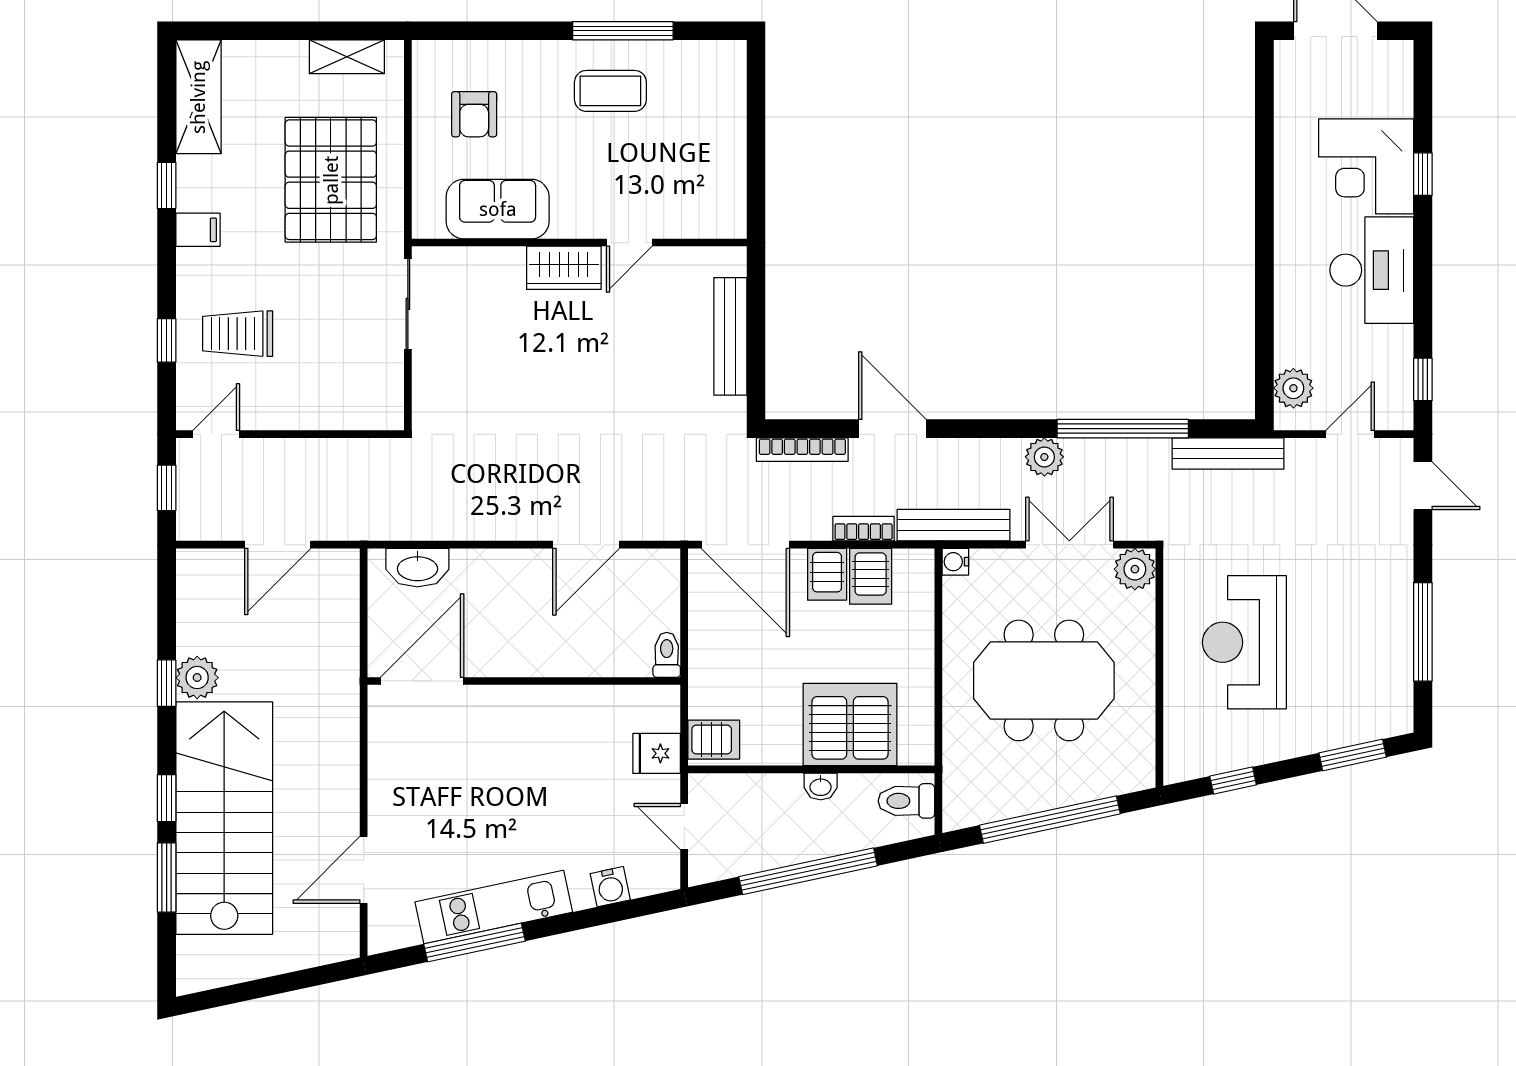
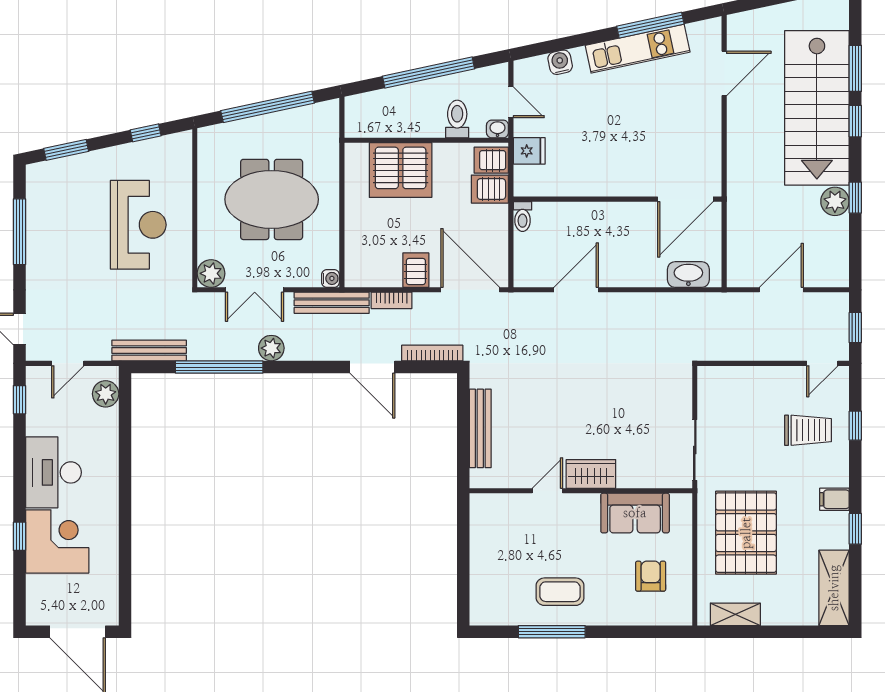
server rack: (871, 576) -> (490, 189), moved, turned -90
washbasin: (821, 786) -> (497, 129), moved
toilet: (906, 801) -> (457, 119), moved, turned -90

